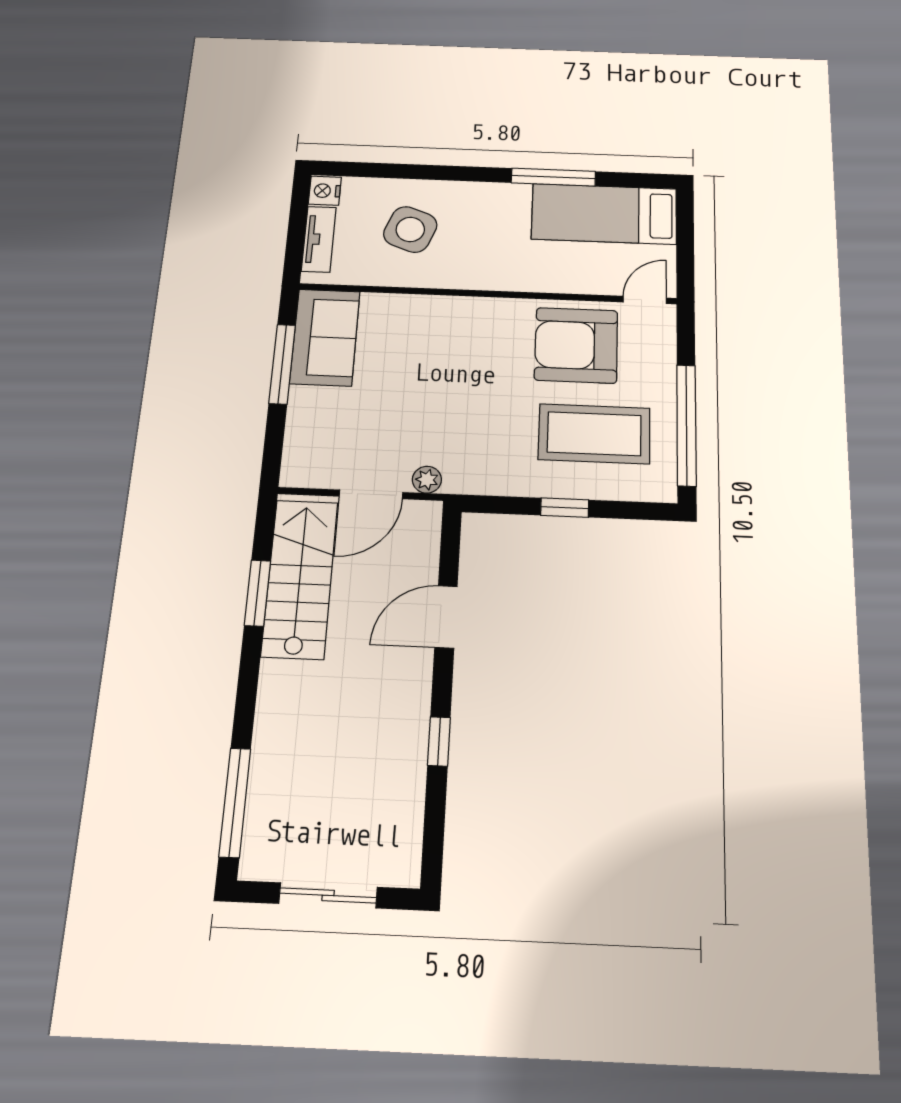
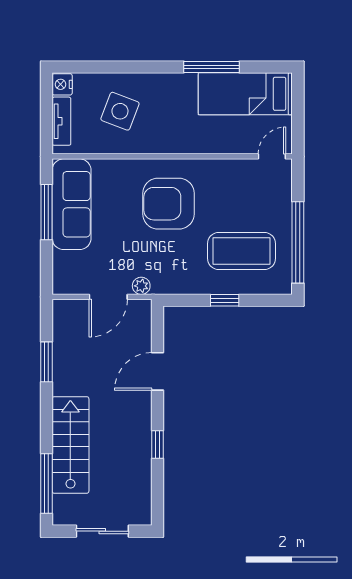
sofa: (325, 337) -> (72, 204), width x1.36
armchair: (576, 345) -> (168, 204), moved
stairs: (300, 579) -> (70, 445), moved

